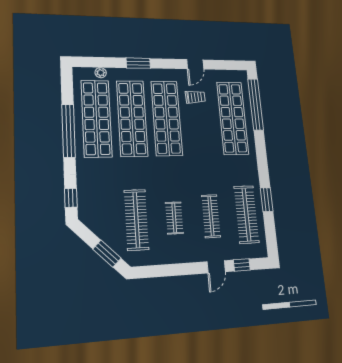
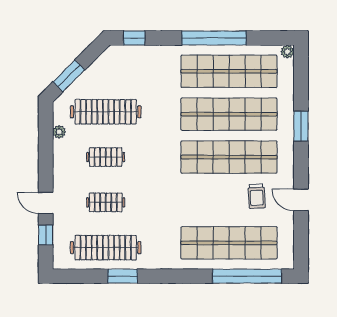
plant: (101, 73) -> (287, 52), moved
clothes rail: (211, 216) -> (106, 202), width x0.73
plant: (156, 259) -> (59, 132), added

